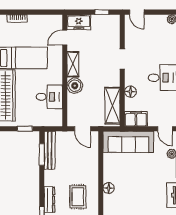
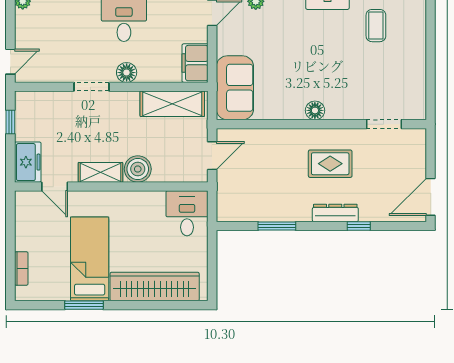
floor lamp: (131, 92) -> (127, 73), moved
desk: (49, 97) -> (187, 213), moved
window: (25, 129) -> (212, 256), removed
sofa: (128, 142) -> (235, 88), width x0.73
bench: (50, 150) -> (249, 213), removed
window: (42, 155) -> (277, 226), moved

